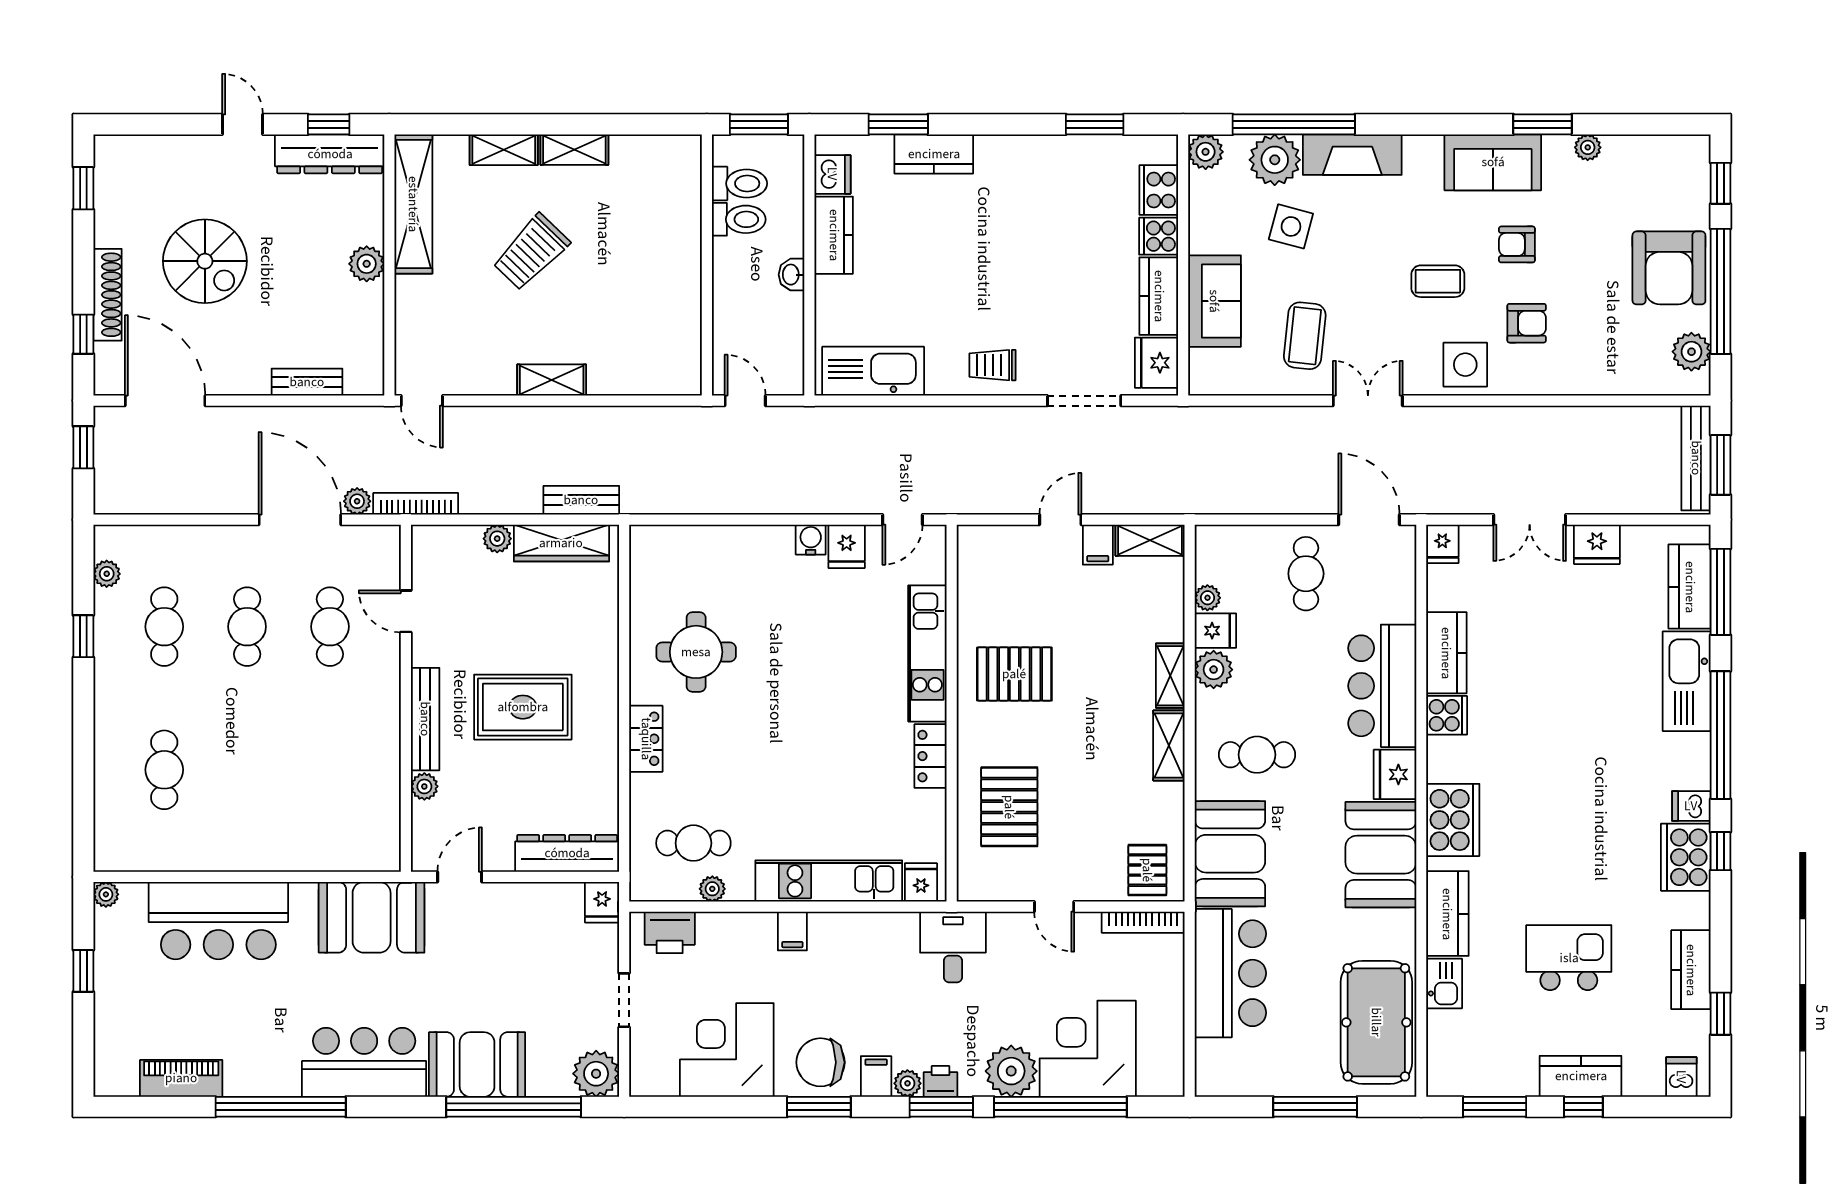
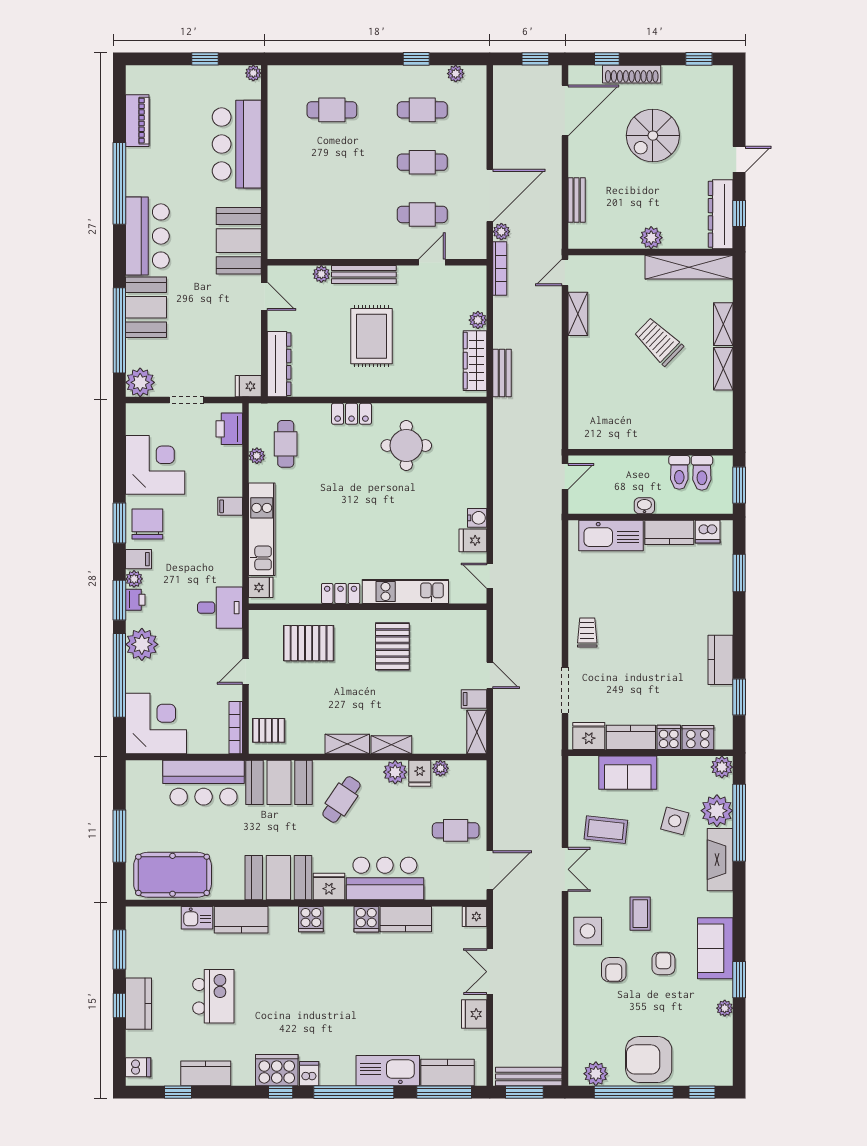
kitchen counter: (934, 154) -> (721, 660), moved
kitchen sink: (873, 371) -> (611, 536), moved, turned 90
shelving: (552, 380) -> (578, 314), moved
cafe table: (1257, 755) -> (341, 800), turned 34
cooker: (1453, 820) -> (311, 919), width x0.53, depth x0.76
corner desk: (1088, 1049) -> (156, 724), moved

